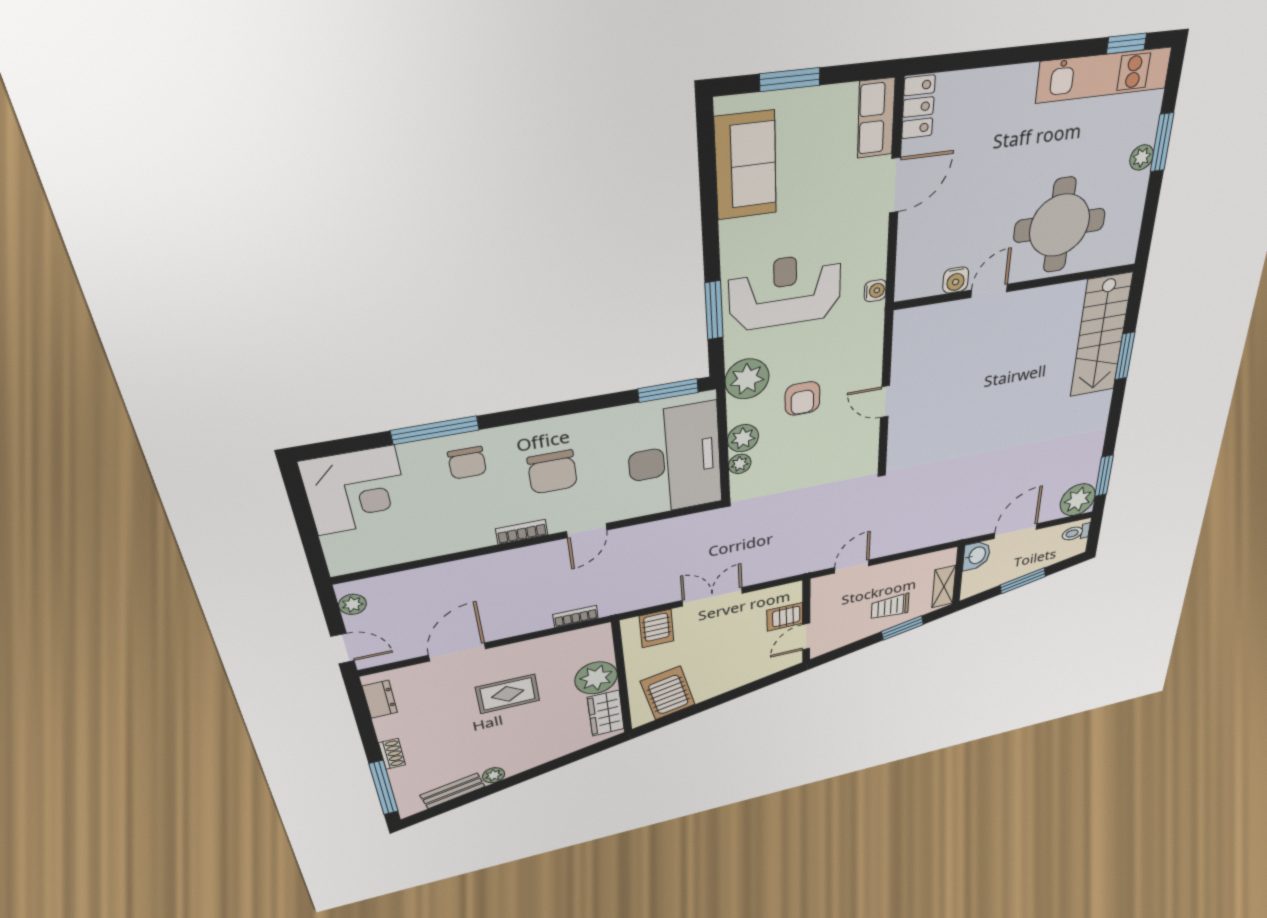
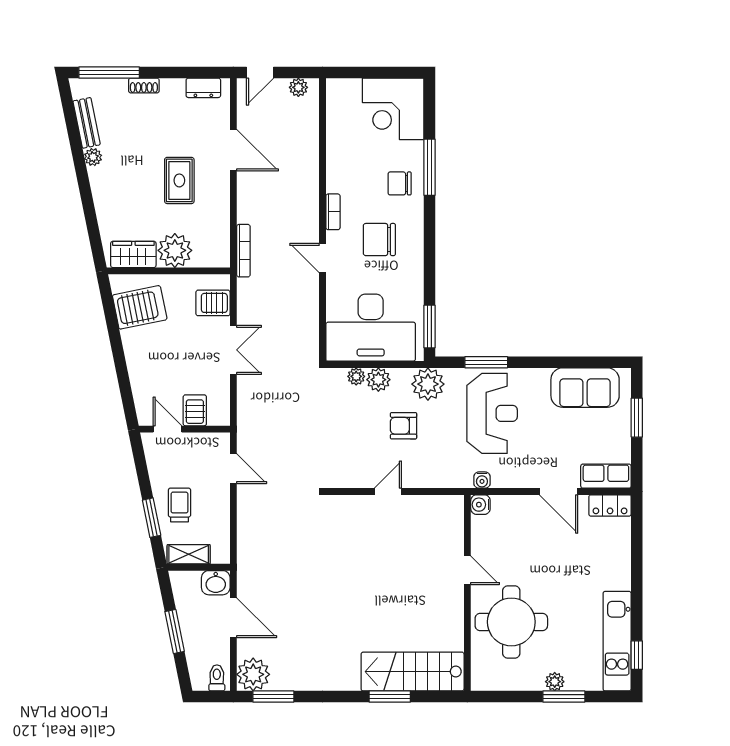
water cooler: (956, 280) -> (480, 505), moved
bookcase: (576, 616) -> (243, 251), width x1.56

